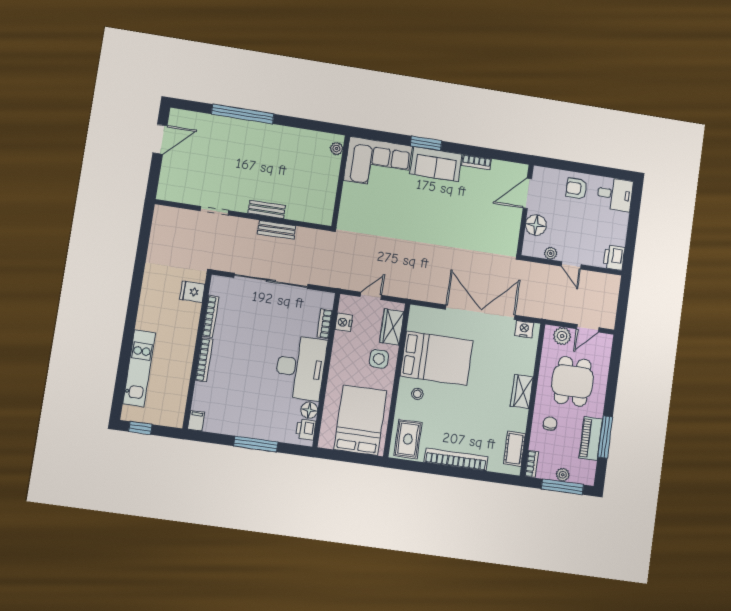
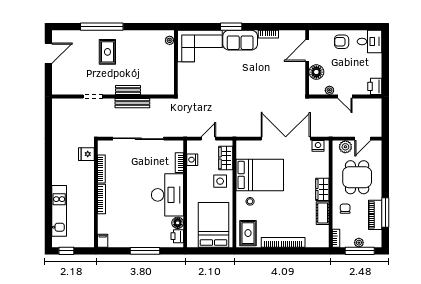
rug: (245, 151) -> (107, 52), added
bench: (277, 230) -> (132, 103), width x1.36
cot: (514, 449) -> (323, 213), moved

